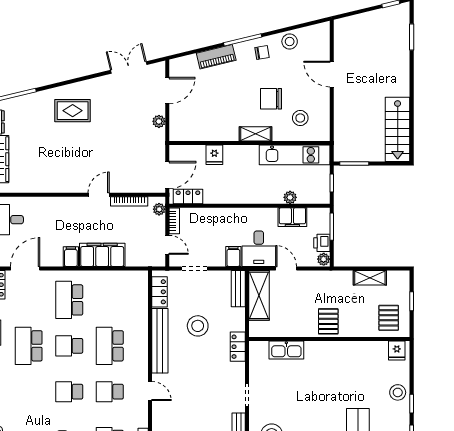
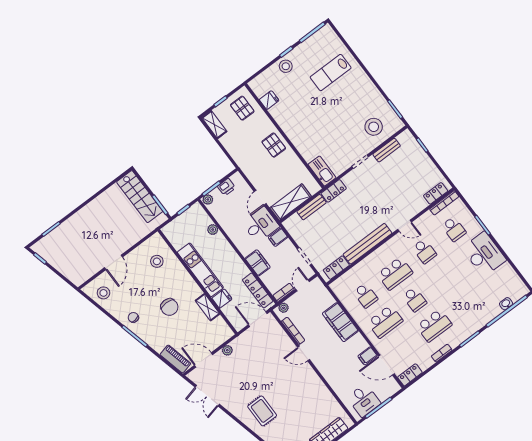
stool: (290, 41) -> (103, 293), moved
piano: (216, 57) -> (175, 359), moved
chair: (271, 99) -> (169, 307), moved
stairs: (398, 129) -> (140, 197), moved, turned 90
shelving: (255, 134) -> (207, 307), moved
kitchen unit: (295, 155) -> (200, 270), moved
locker: (188, 196) -> (258, 290), width x1.53
filing cabinet: (292, 217) -> (258, 263), moved
filing cabinet: (71, 257) -> (367, 356), moved
plant: (324, 259) -> (208, 200), moved
shelving: (370, 278) -> (214, 125), moved
bench: (238, 289) -> (312, 207), moved
pallet: (389, 318) -> (242, 108), turned 90
pallet: (328, 321) -> (274, 145), turned 90
stool: (198, 326) -> (340, 227), removed
kitchen sink: (286, 350) -> (322, 171), moved
fridge: (397, 351) -> (269, 100), moved
door: (150, 391) -> (405, 226), swing flipped
school desk: (69, 392) -> (366, 296), moved

